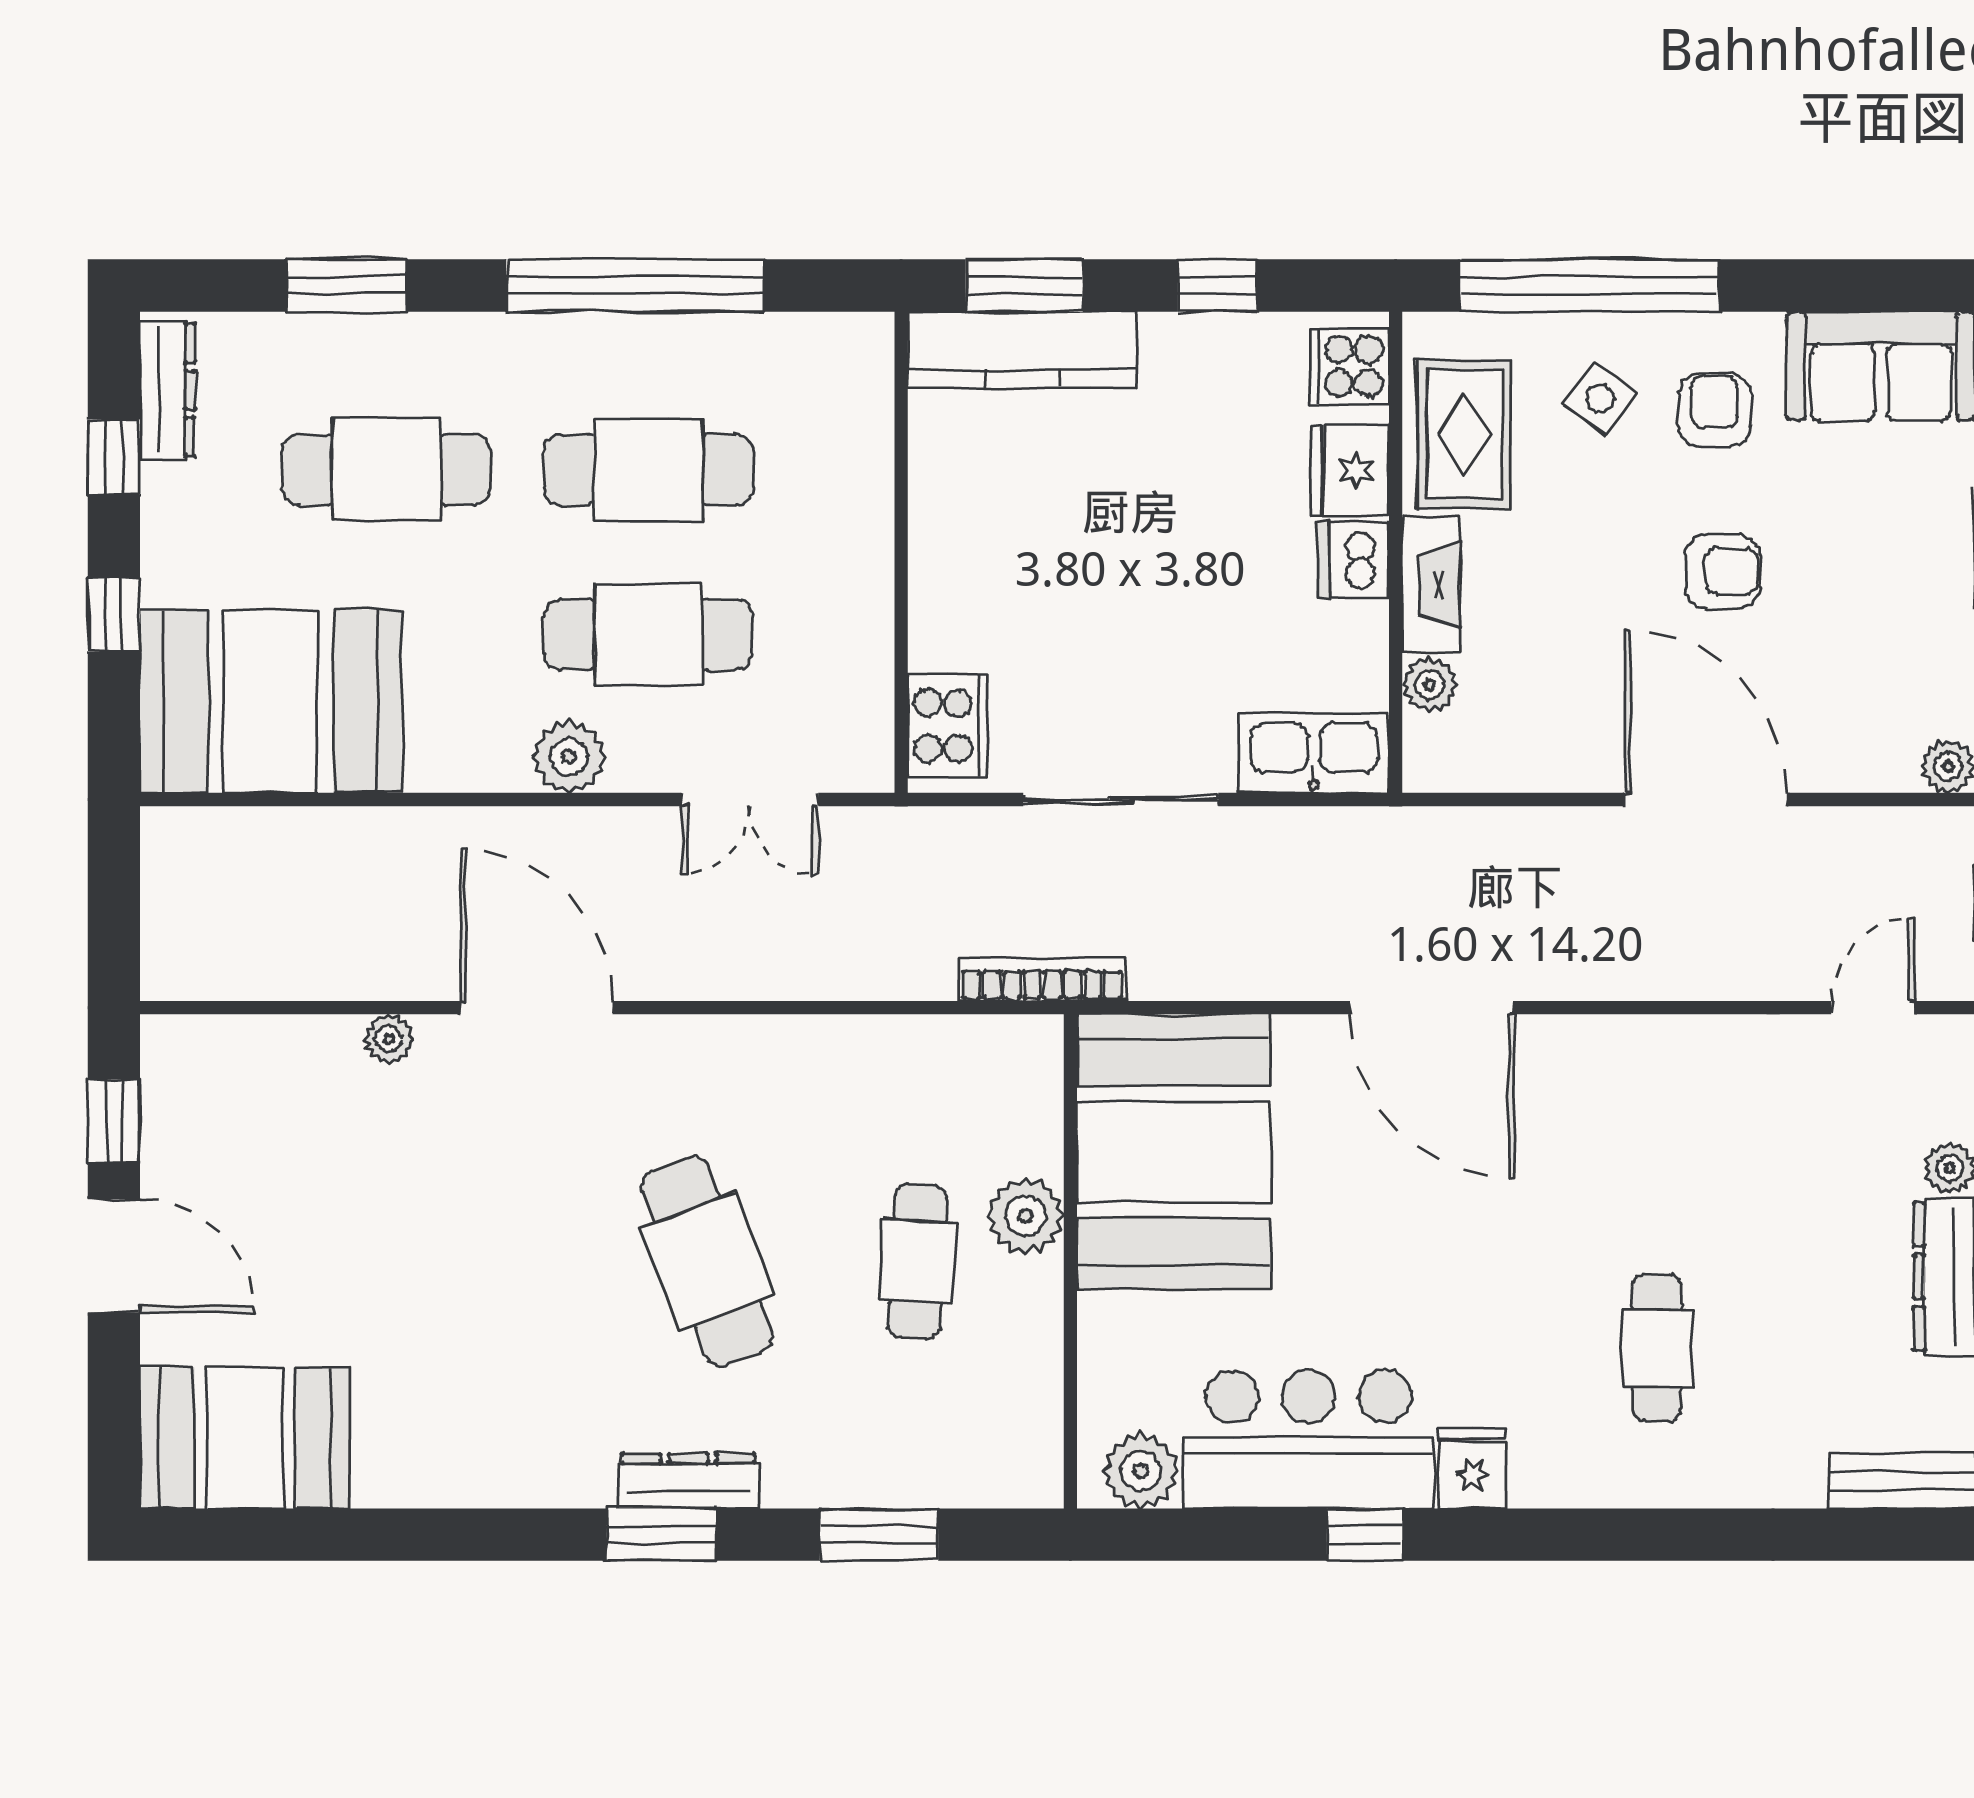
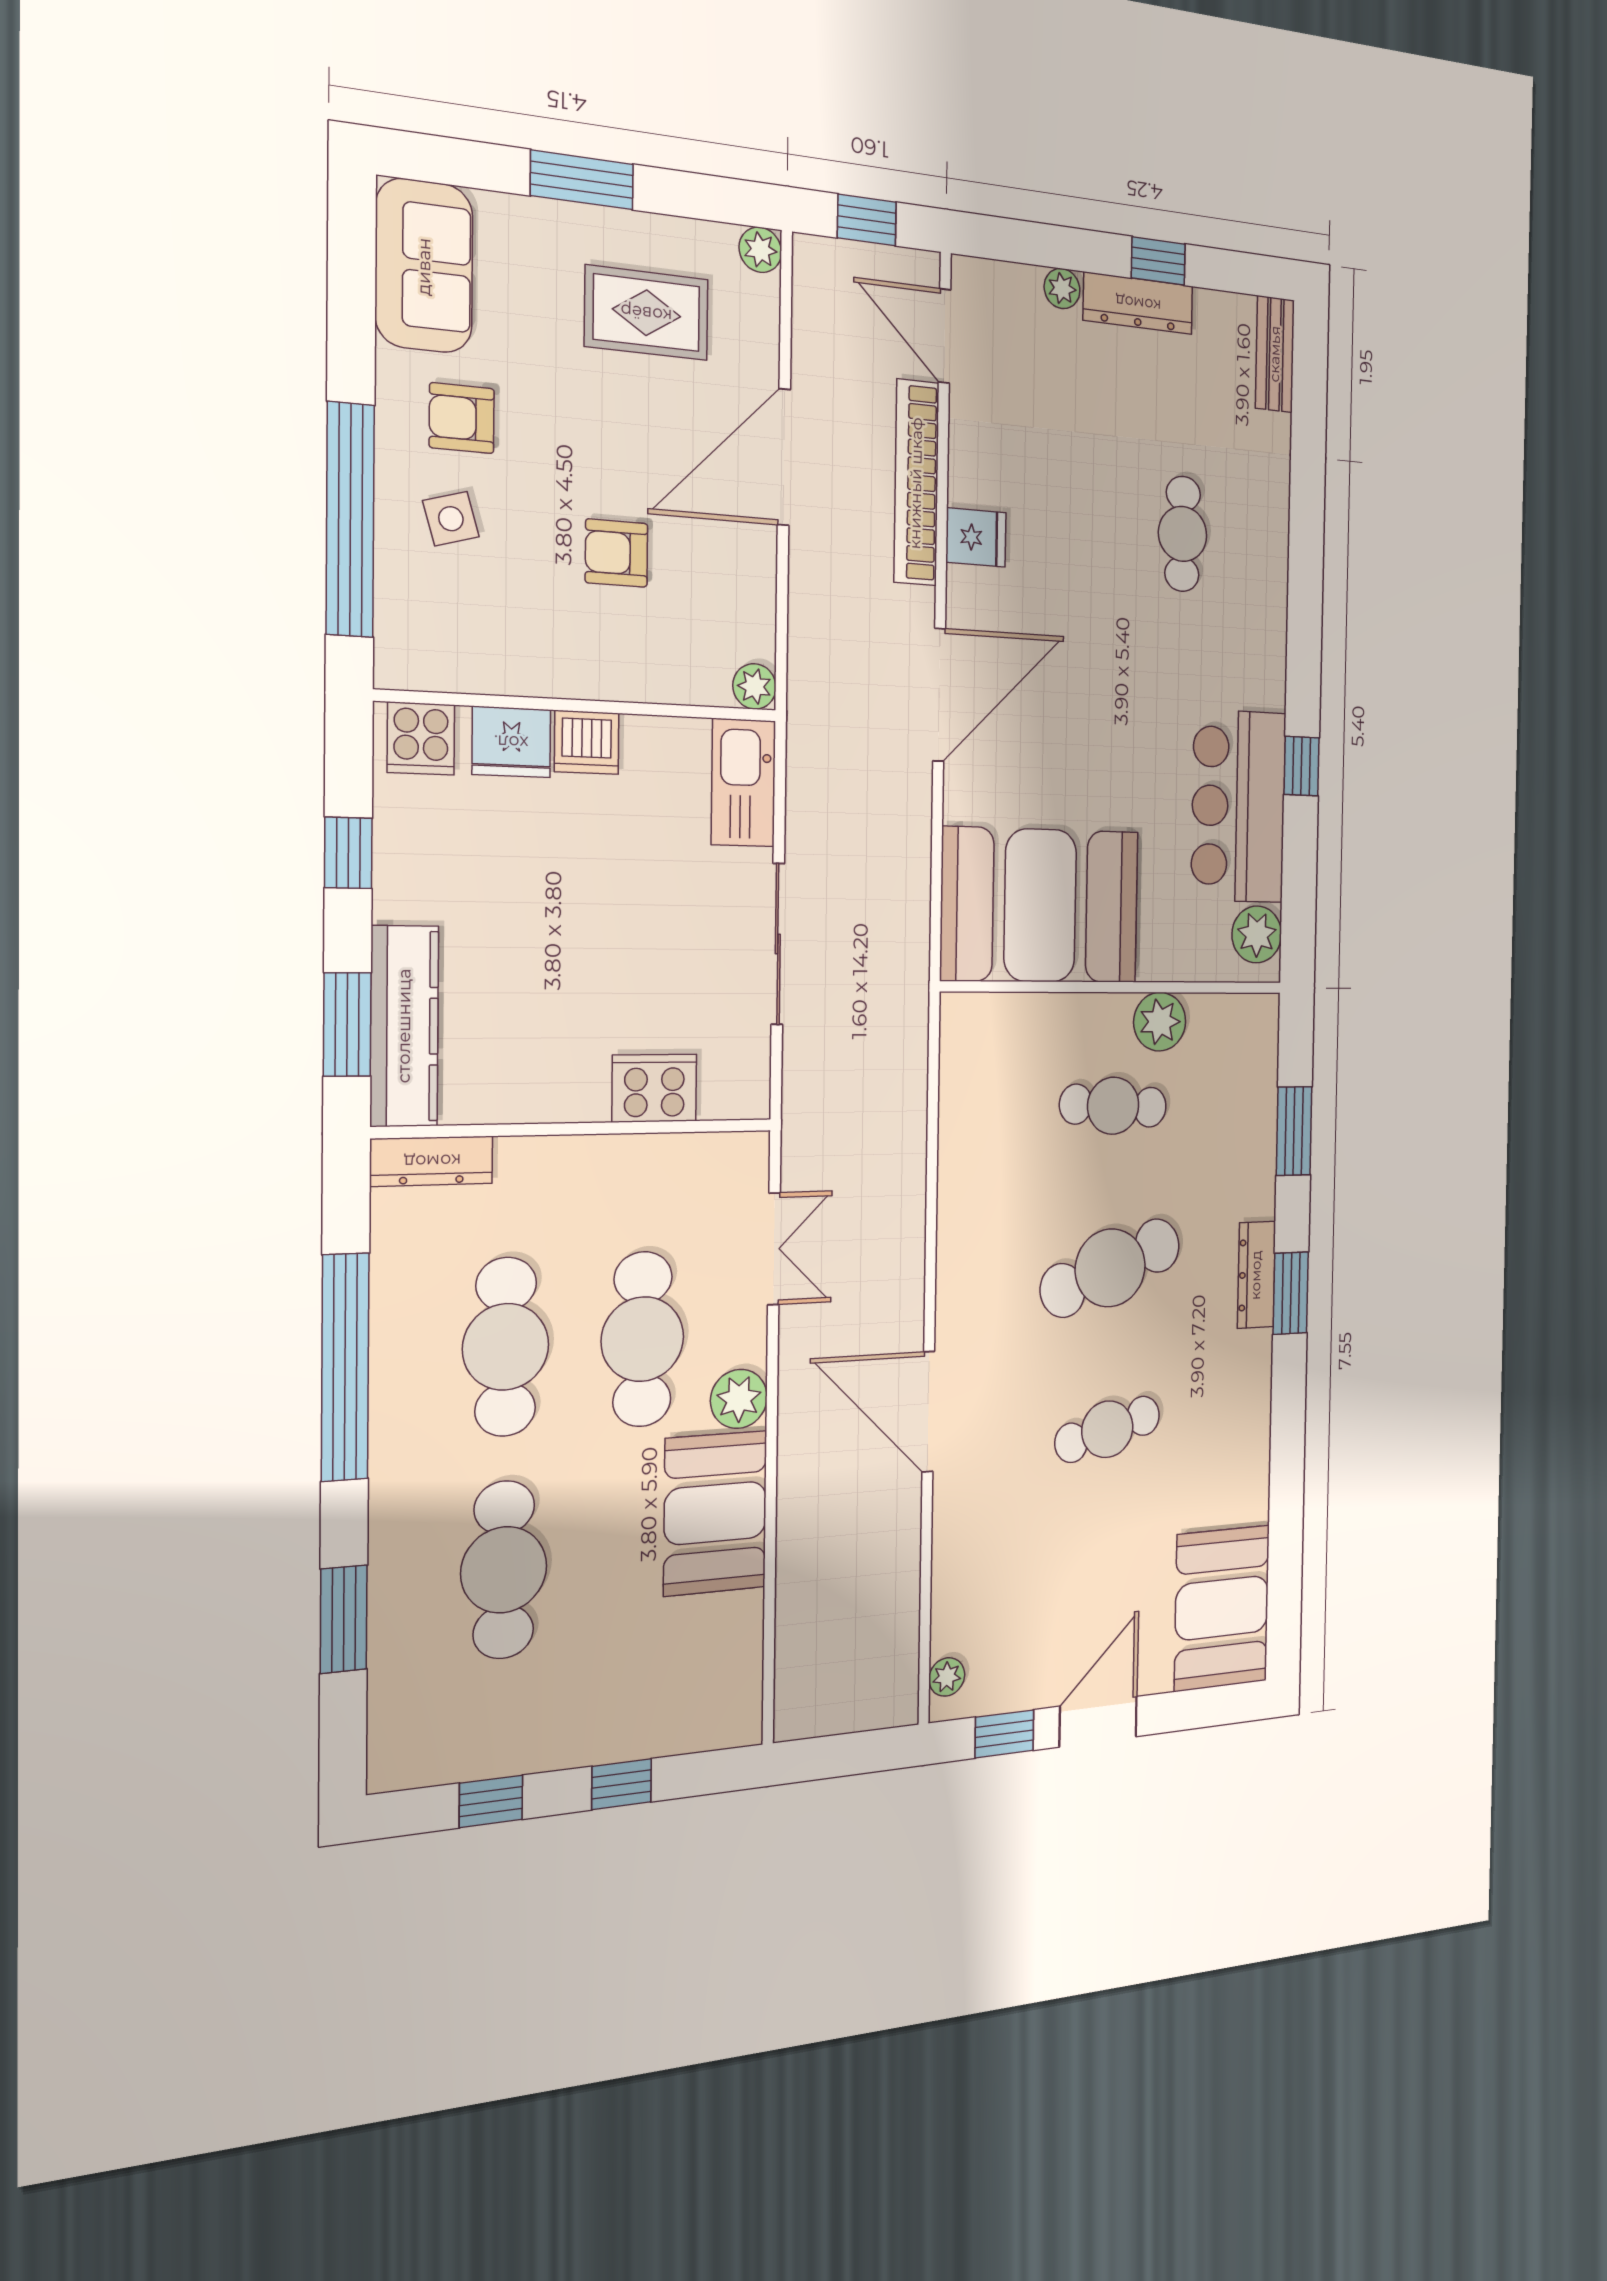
dresser: (167, 390) -> (432, 1161), moved, turned 180
side table: (1600, 399) -> (451, 519), turned 37
rug: (1465, 434) -> (646, 313), moved
armchair: (1723, 571) -> (616, 553), moved, turned -90
fireplace: (1431, 585) -> (608, 677), removed
plant: (1429, 685) -> (754, 686), moved
booth: (271, 701) -> (715, 1513), moved, width x0.73, depth x0.70
cooker: (948, 726) -> (654, 1088), moved
bookcase: (1042, 980) -> (916, 483), moved, width x1.48, depth x1.31
door: (536, 1008) -> (928, 1412), hinge flipped
door: (1873, 1008) -> (945, 336), width x1.38
plant: (389, 1039) -> (947, 1677), moved
plant: (1026, 1216) -> (1160, 1022), moved
cafe table: (497, 1261) -> (1107, 1429), added
cafe table: (1657, 1348) -> (1183, 534), turned 90
fridge: (1472, 1468) -> (976, 537), moved, turned 180

